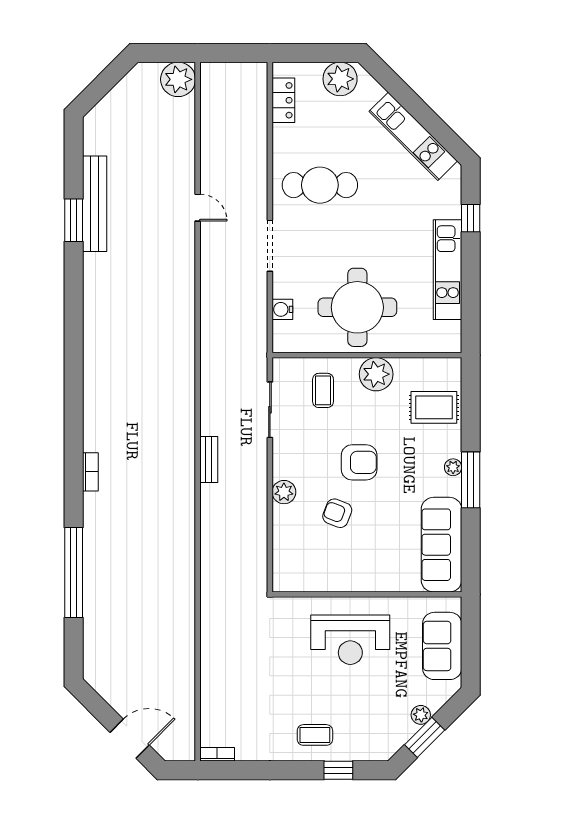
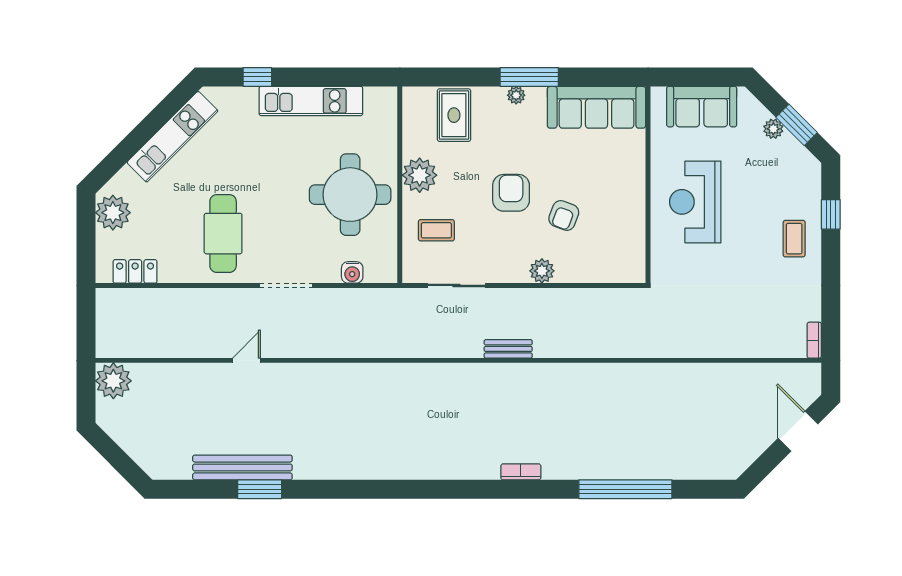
reception desk: (350, 640) -> (695, 202), turned 180

